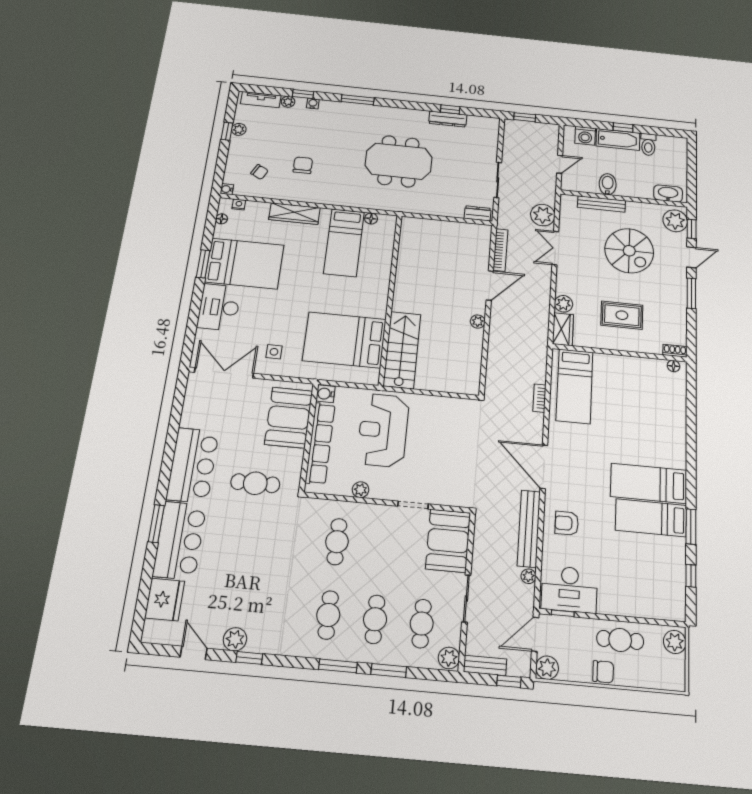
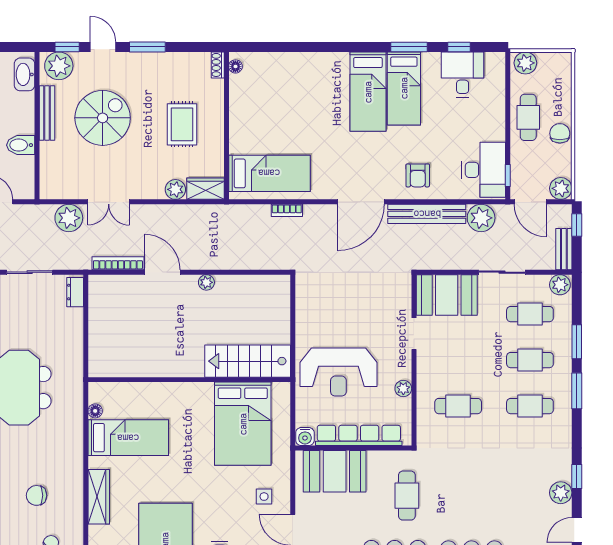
bench: (601, 204) -> (47, 113), moved
plant: (529, 576) -> (481, 218), width x1.88, depth x1.88
desk: (664, 577) -> (463, 75), added

